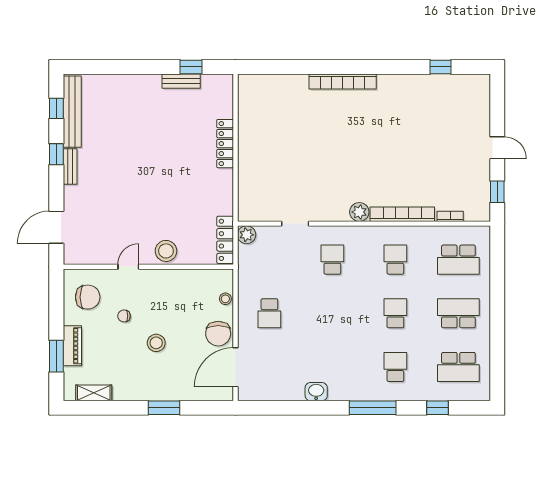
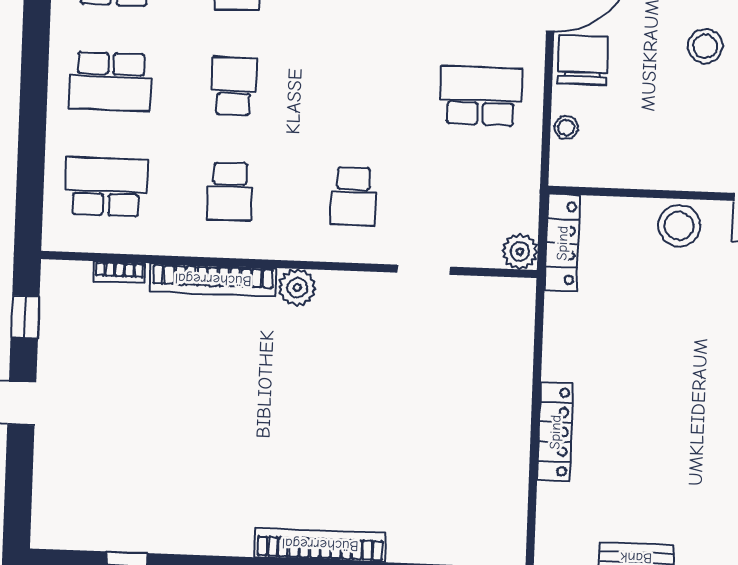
school desk: (269, 313) -> (481, 96), width x1.85
school desk: (395, 313) -> (234, 86), turned 180

